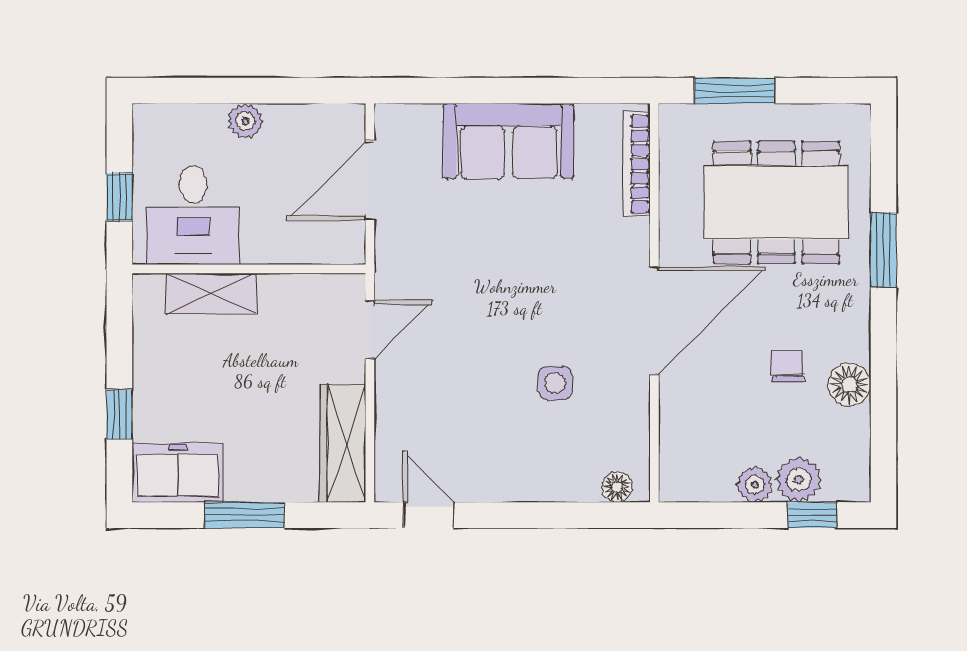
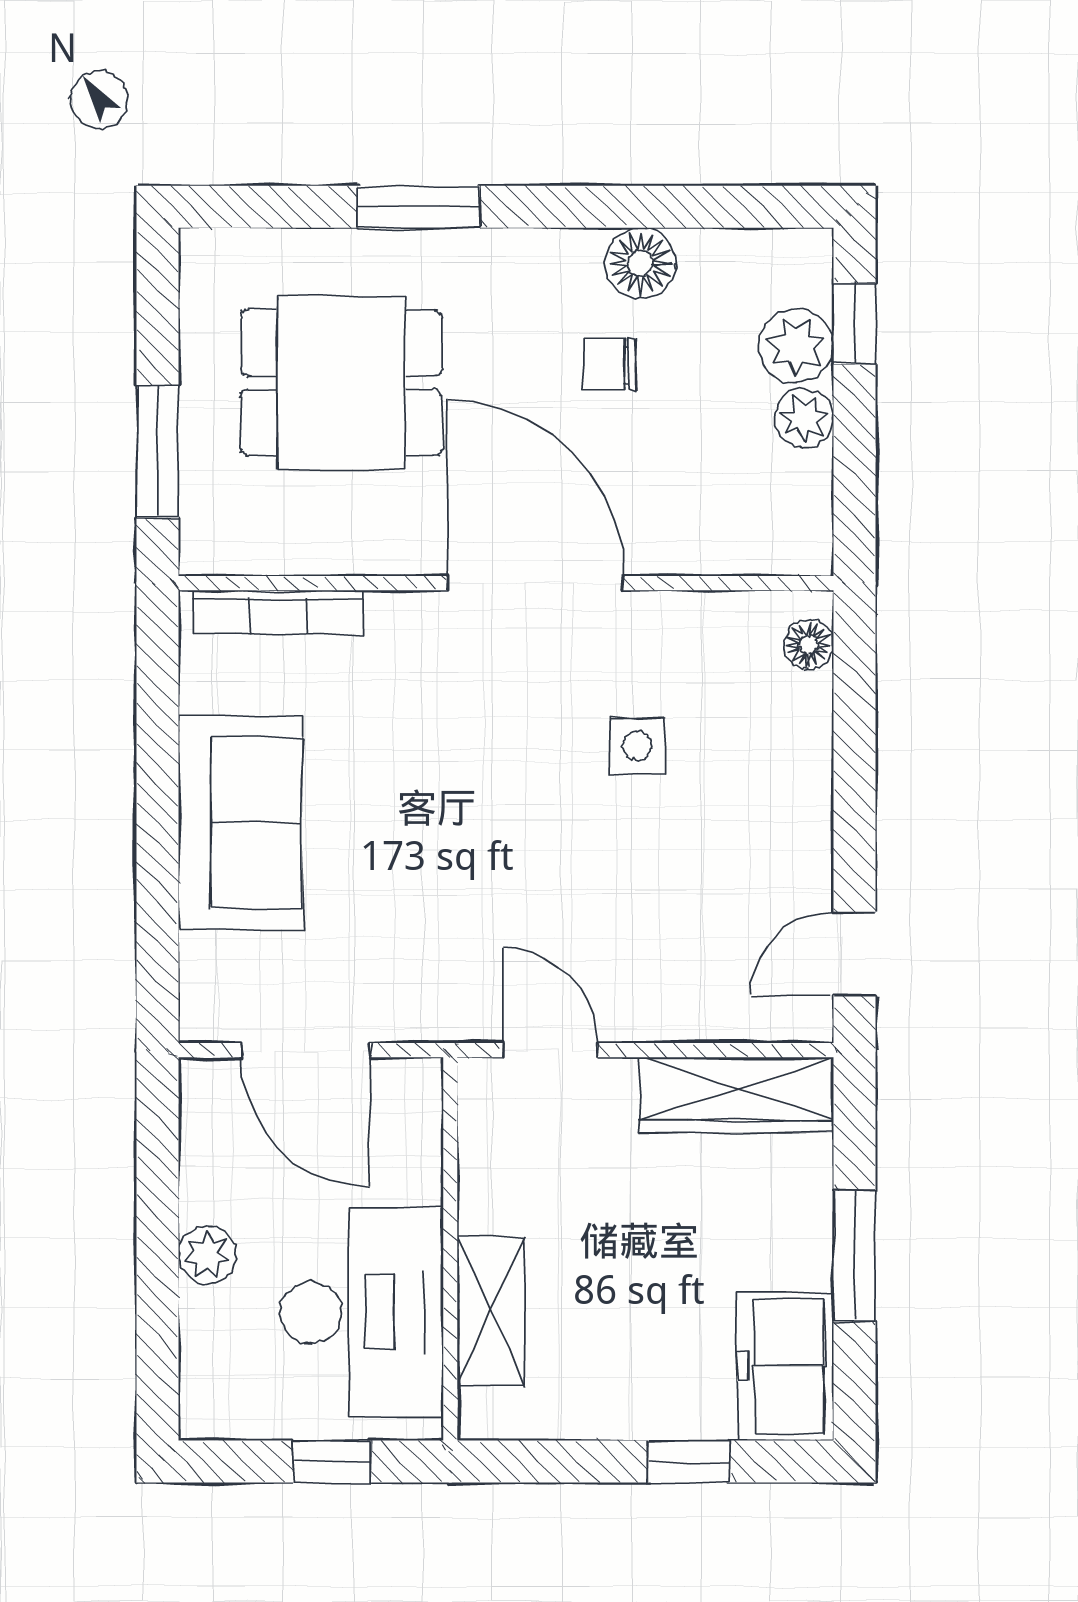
dining table: (776, 203) -> (341, 383), width x0.73
desk: (193, 215) -> (362, 1312), width x1.37

